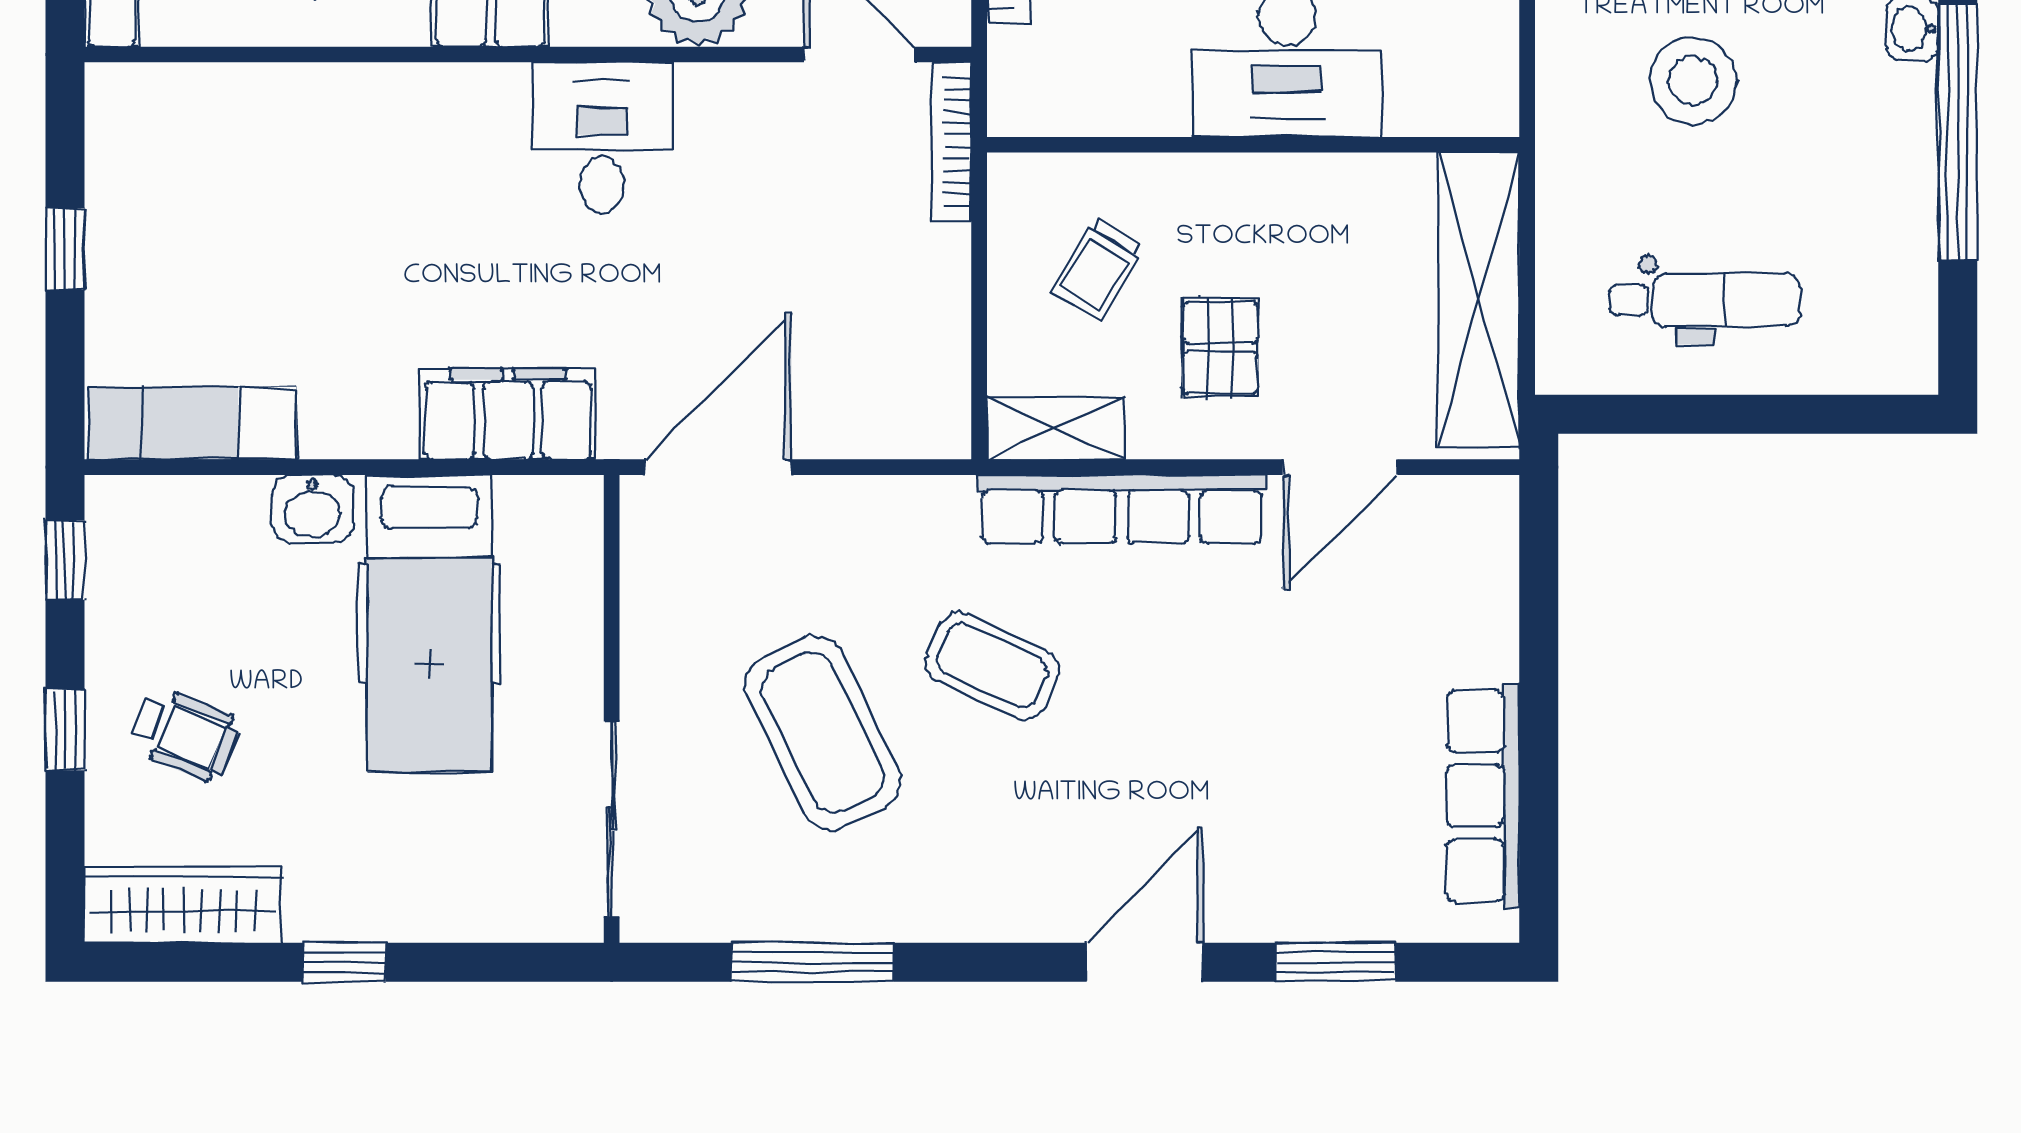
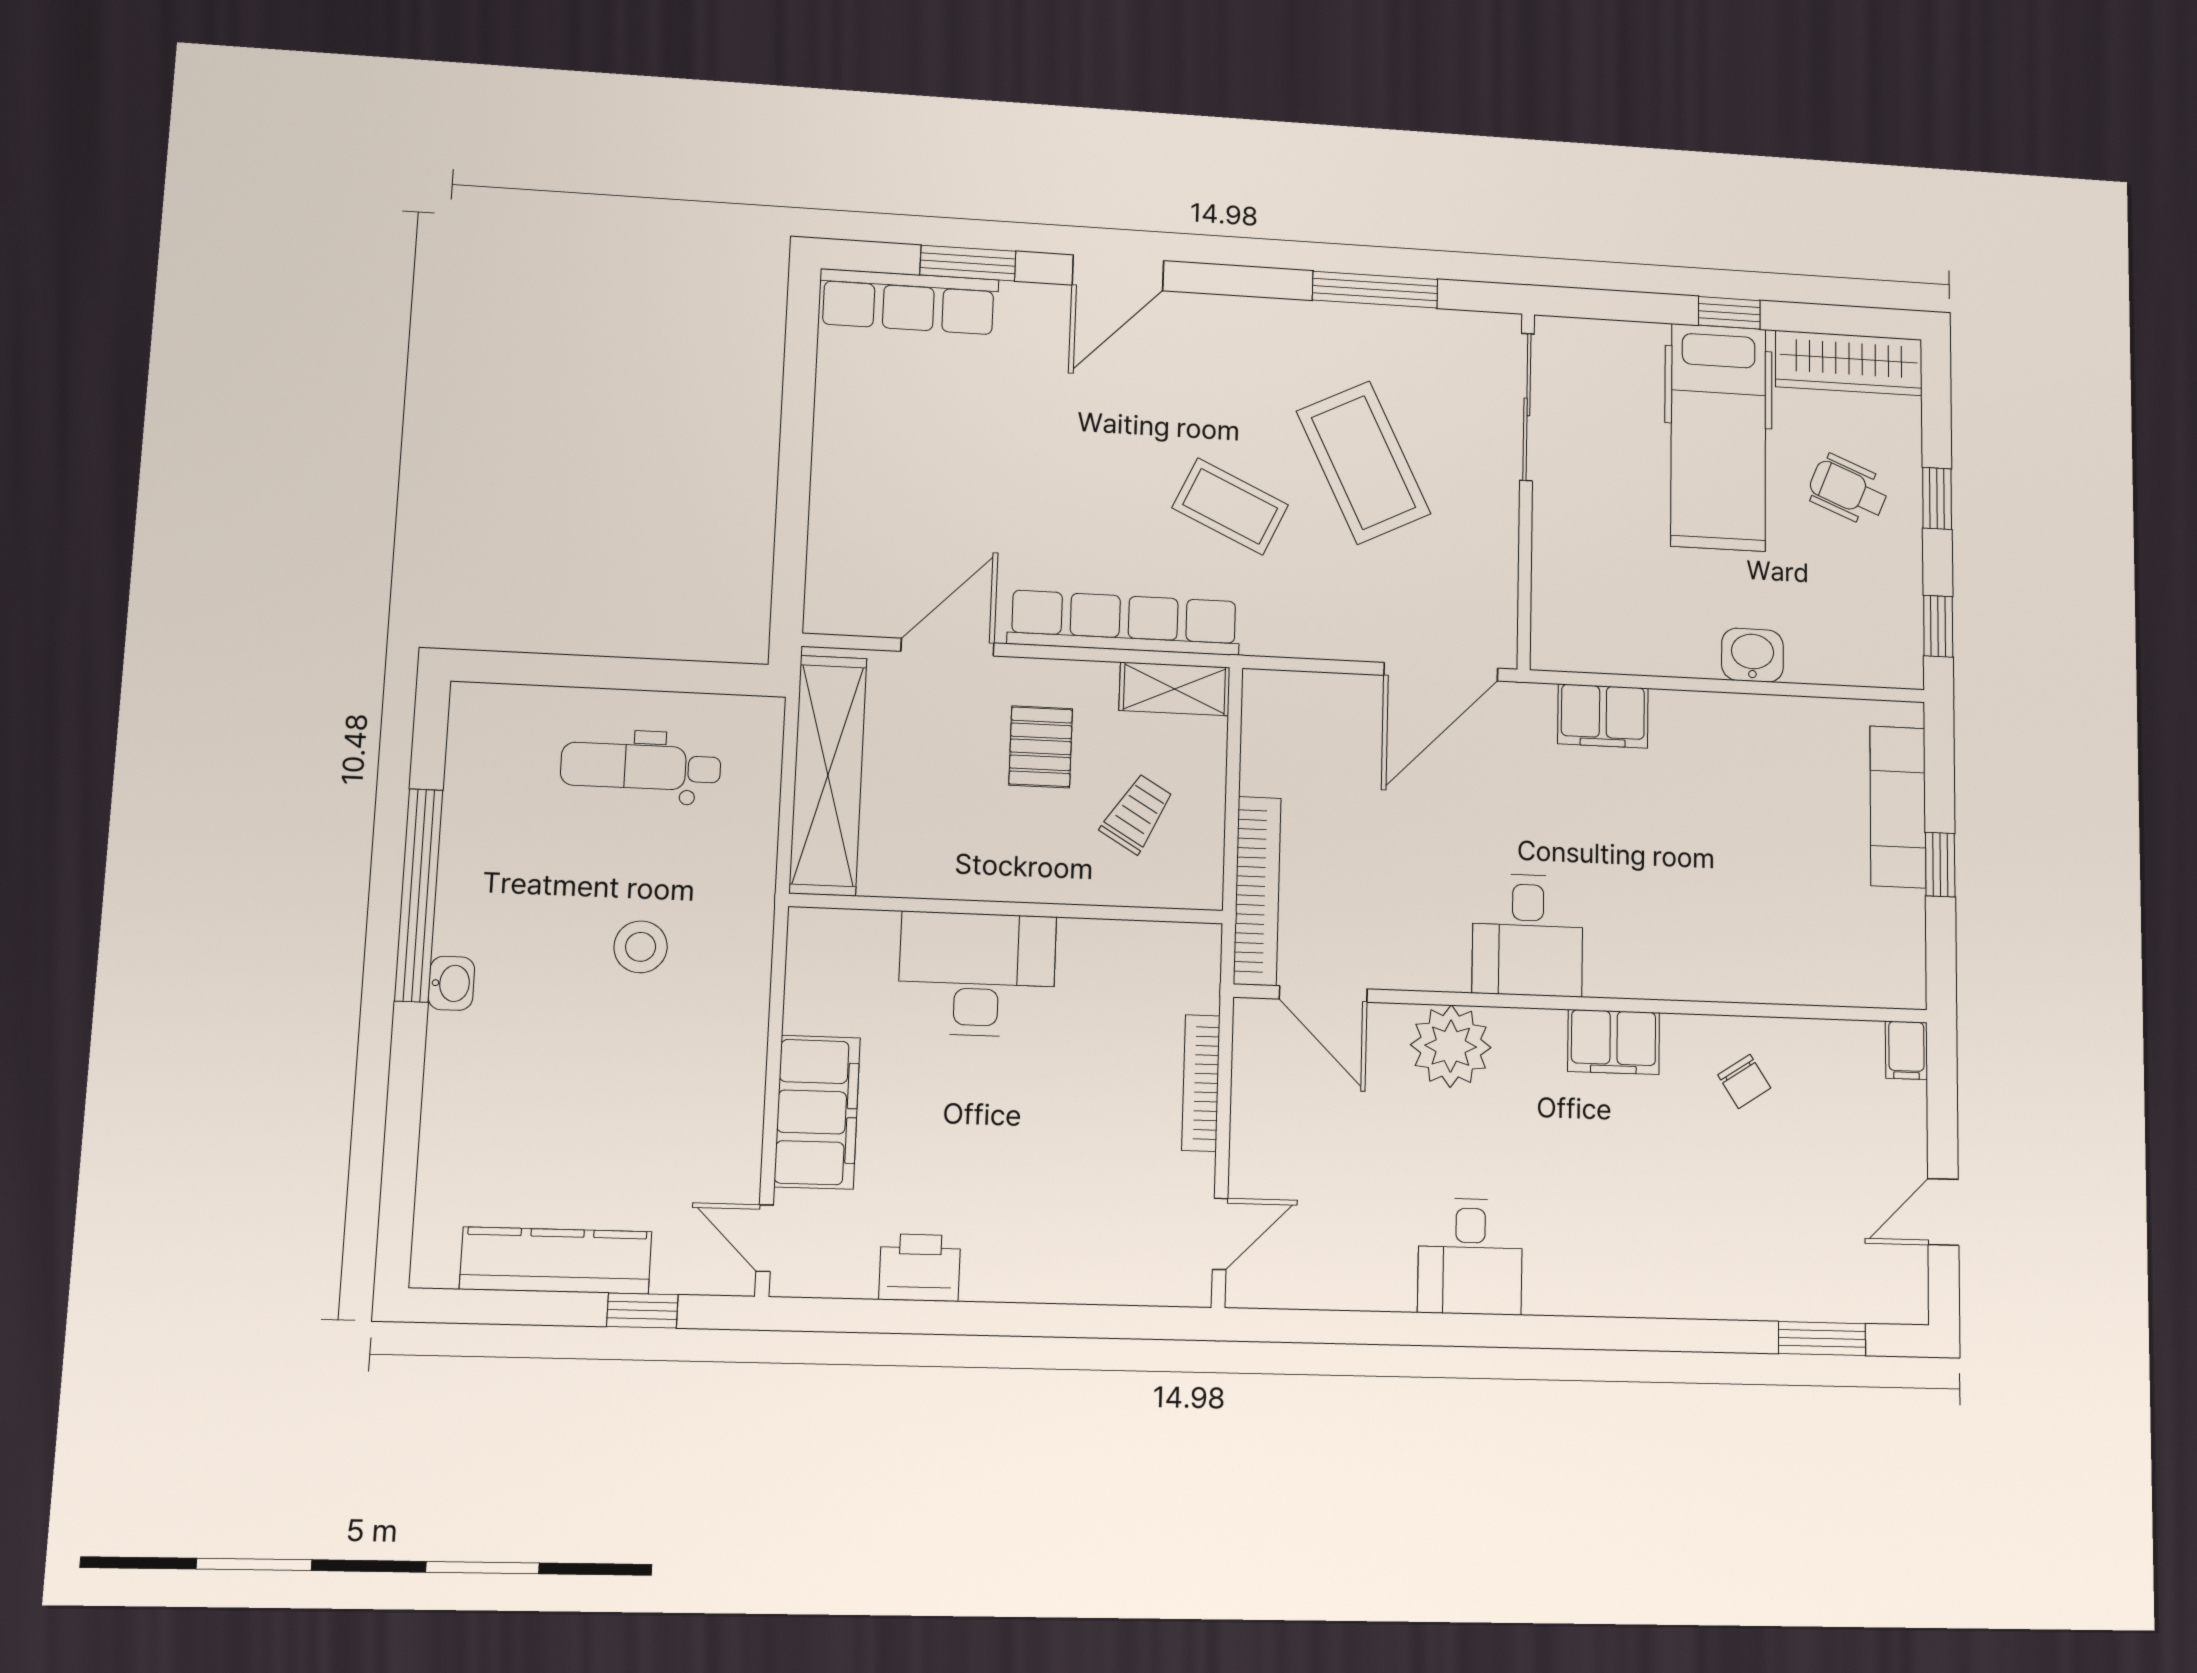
stool: (1693, 81) -> (641, 947), width x0.73, depth x0.73
bookcase: (951, 141) -> (1257, 891), width x1.48, depth x1.31
filing cabinet: (508, 414) -> (1603, 716), width x0.67, depth x0.86
exam couch: (193, 423) -> (1898, 807), moved, turned 90
hospital bed: (429, 623) -> (1718, 437), moved, turned 180
row of seats: (1483, 796) -> (909, 302), moved, turned 90

